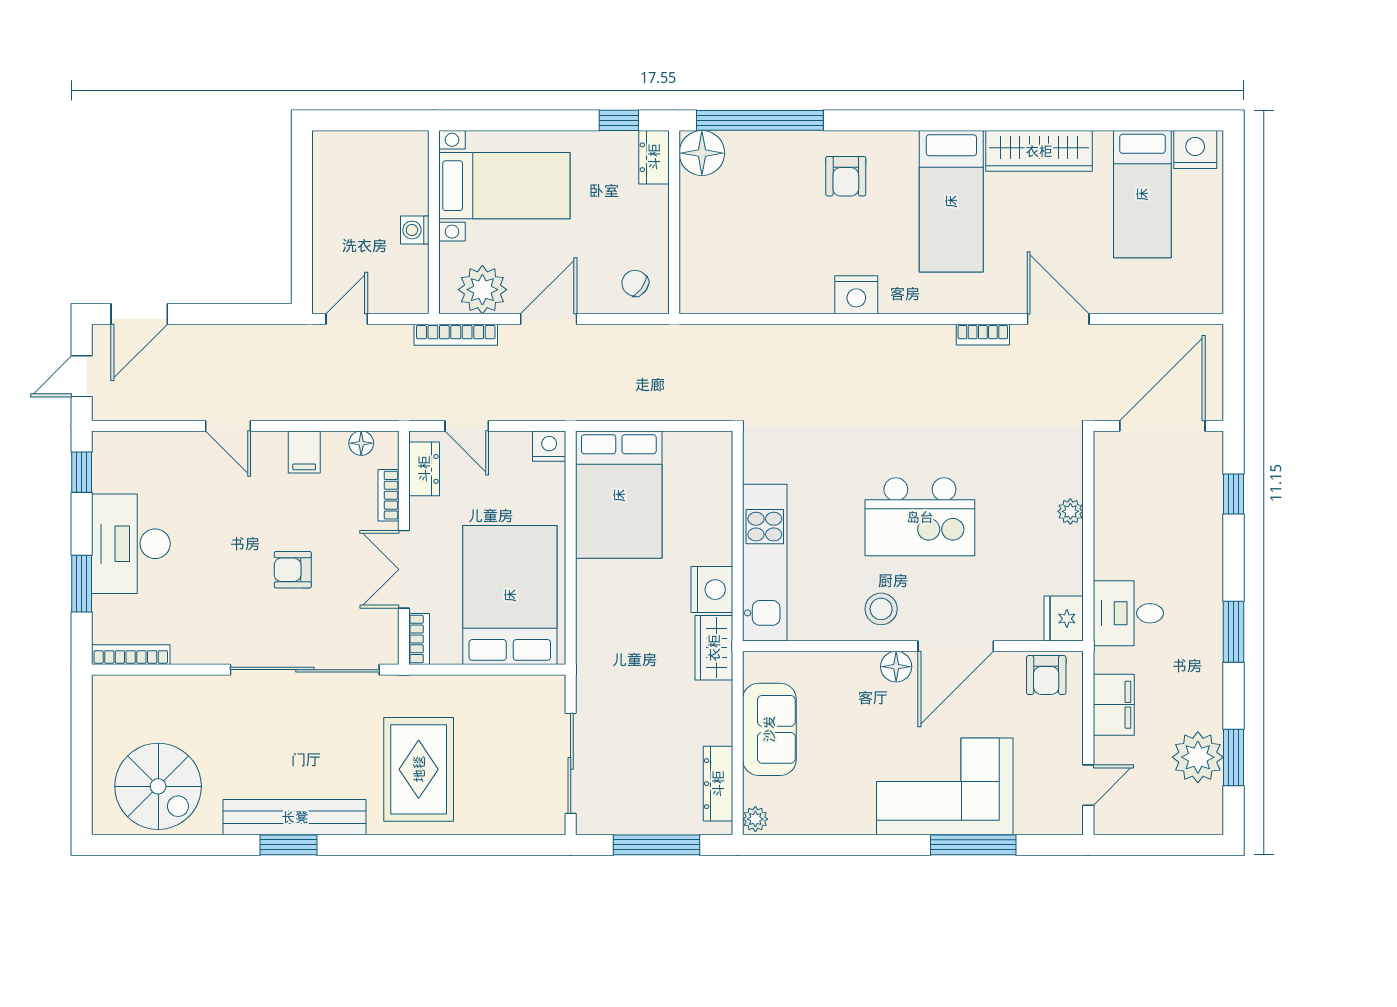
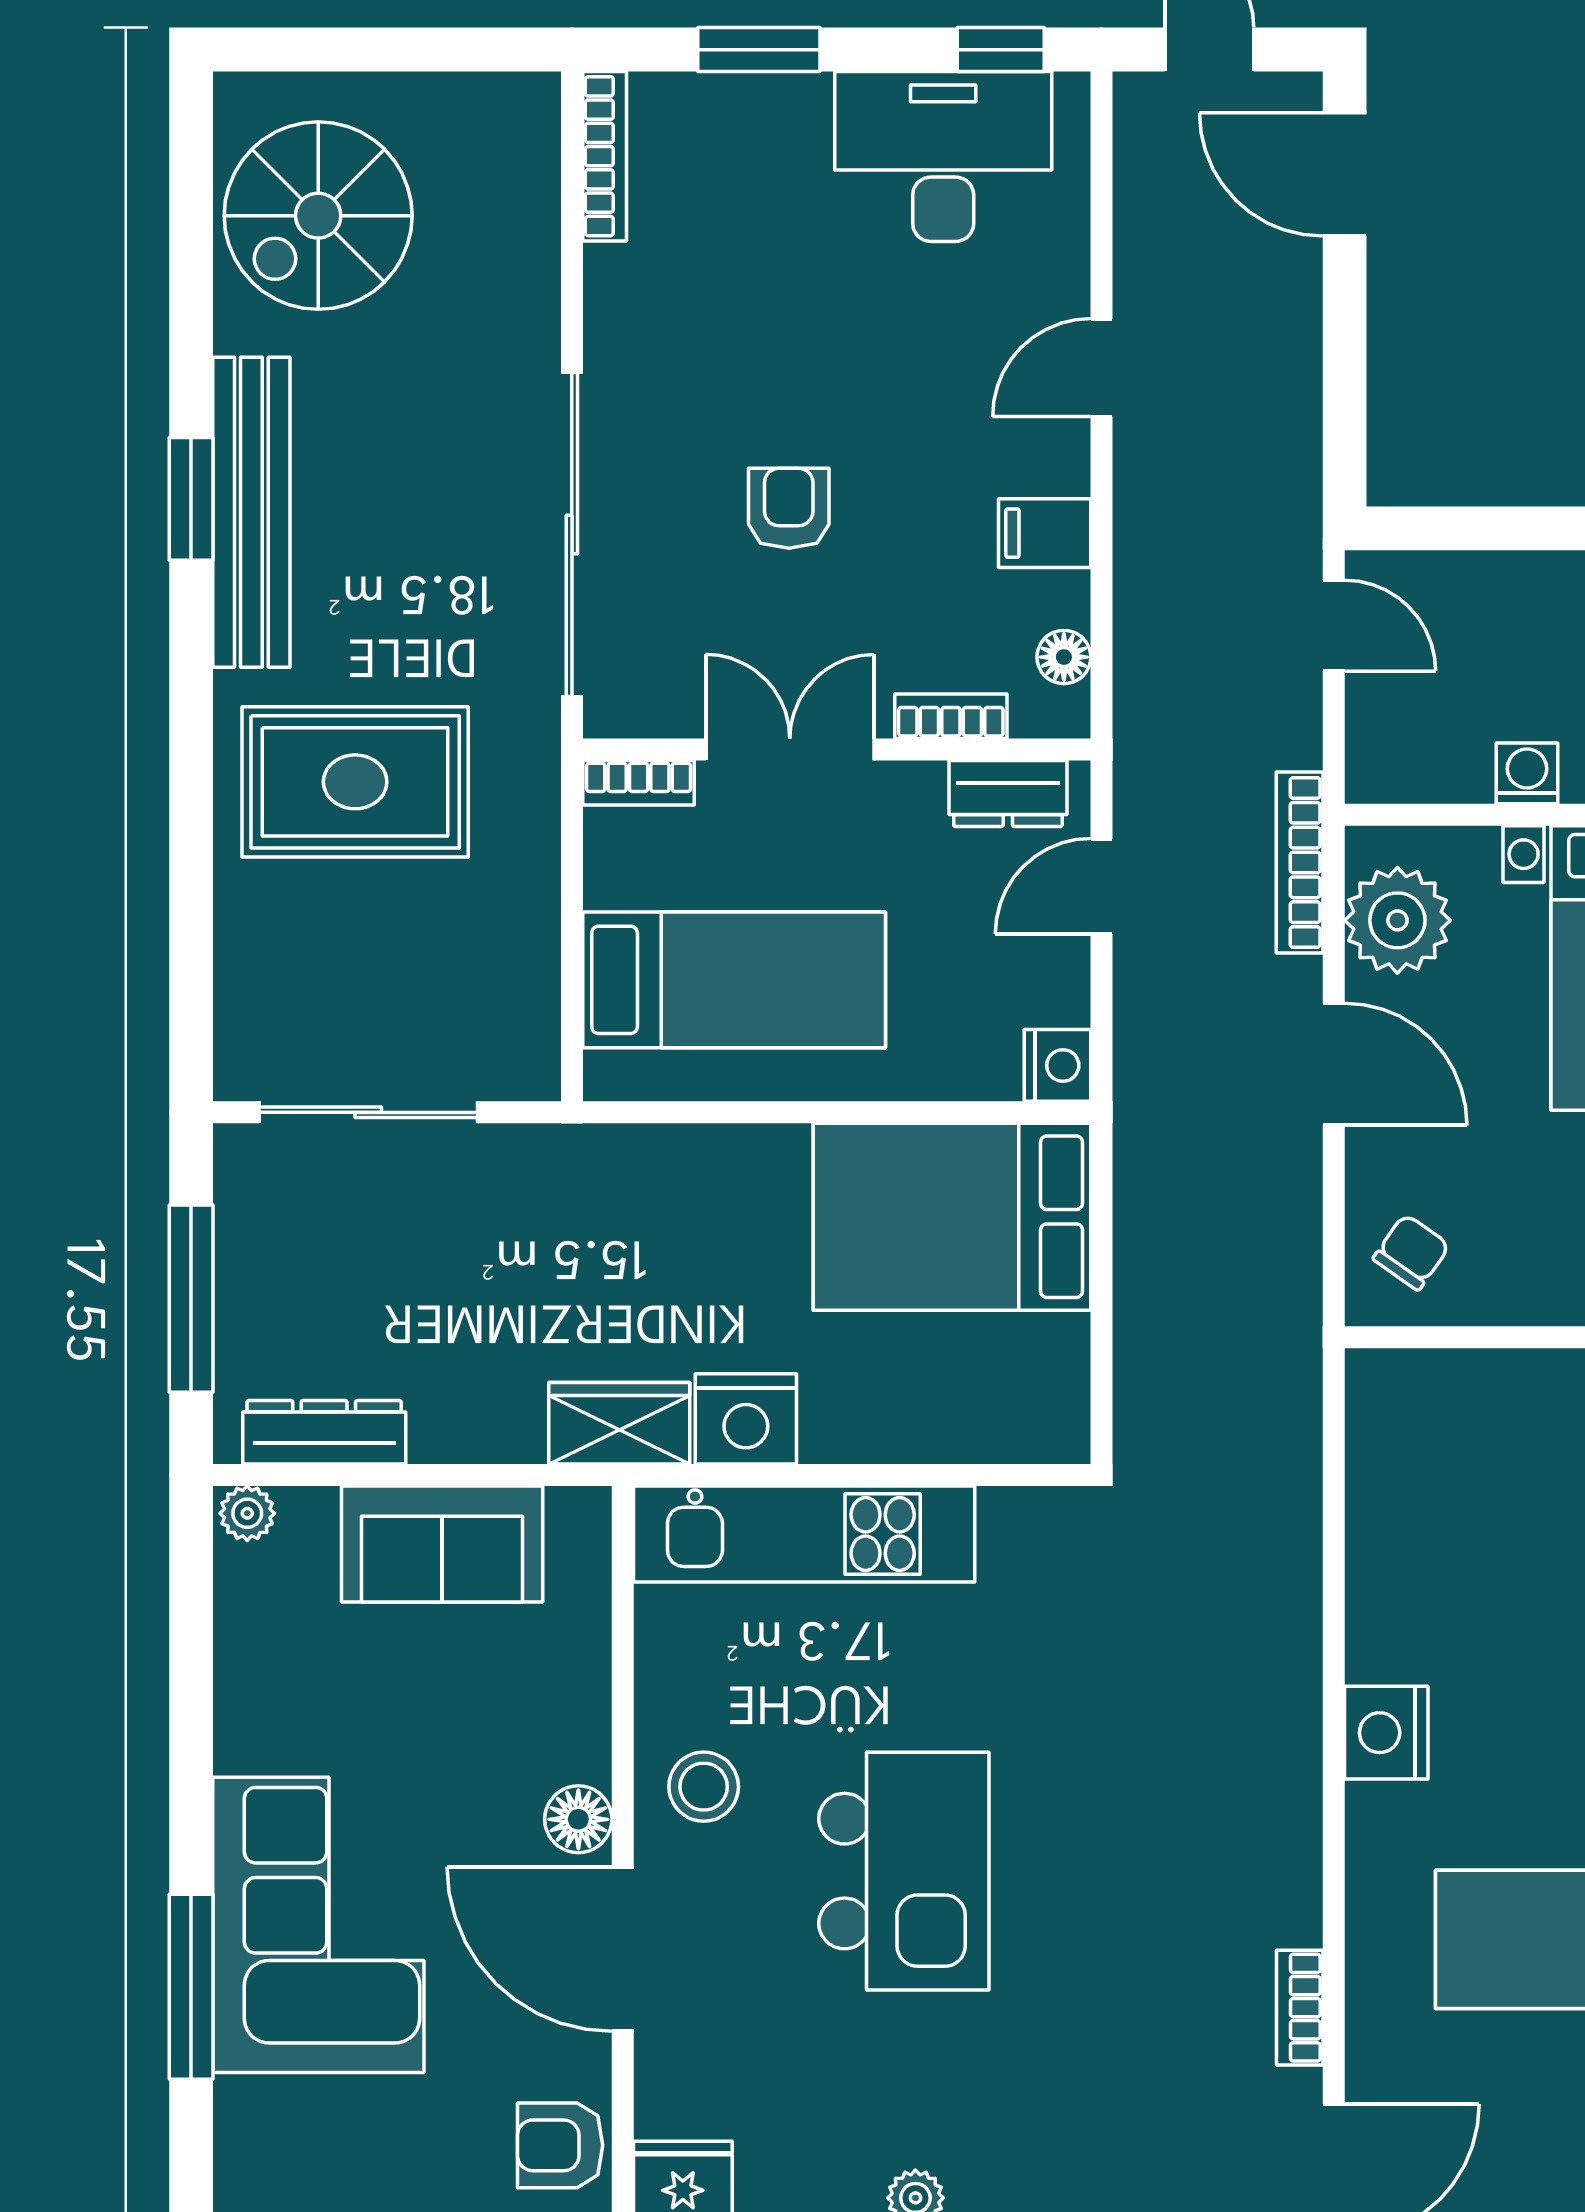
kitchen island: (920, 517) -> (904, 1871), turned 180
desk: (131, 544) -> (943, 156), moved
bed: (510, 595) -> (734, 980), width x0.67

